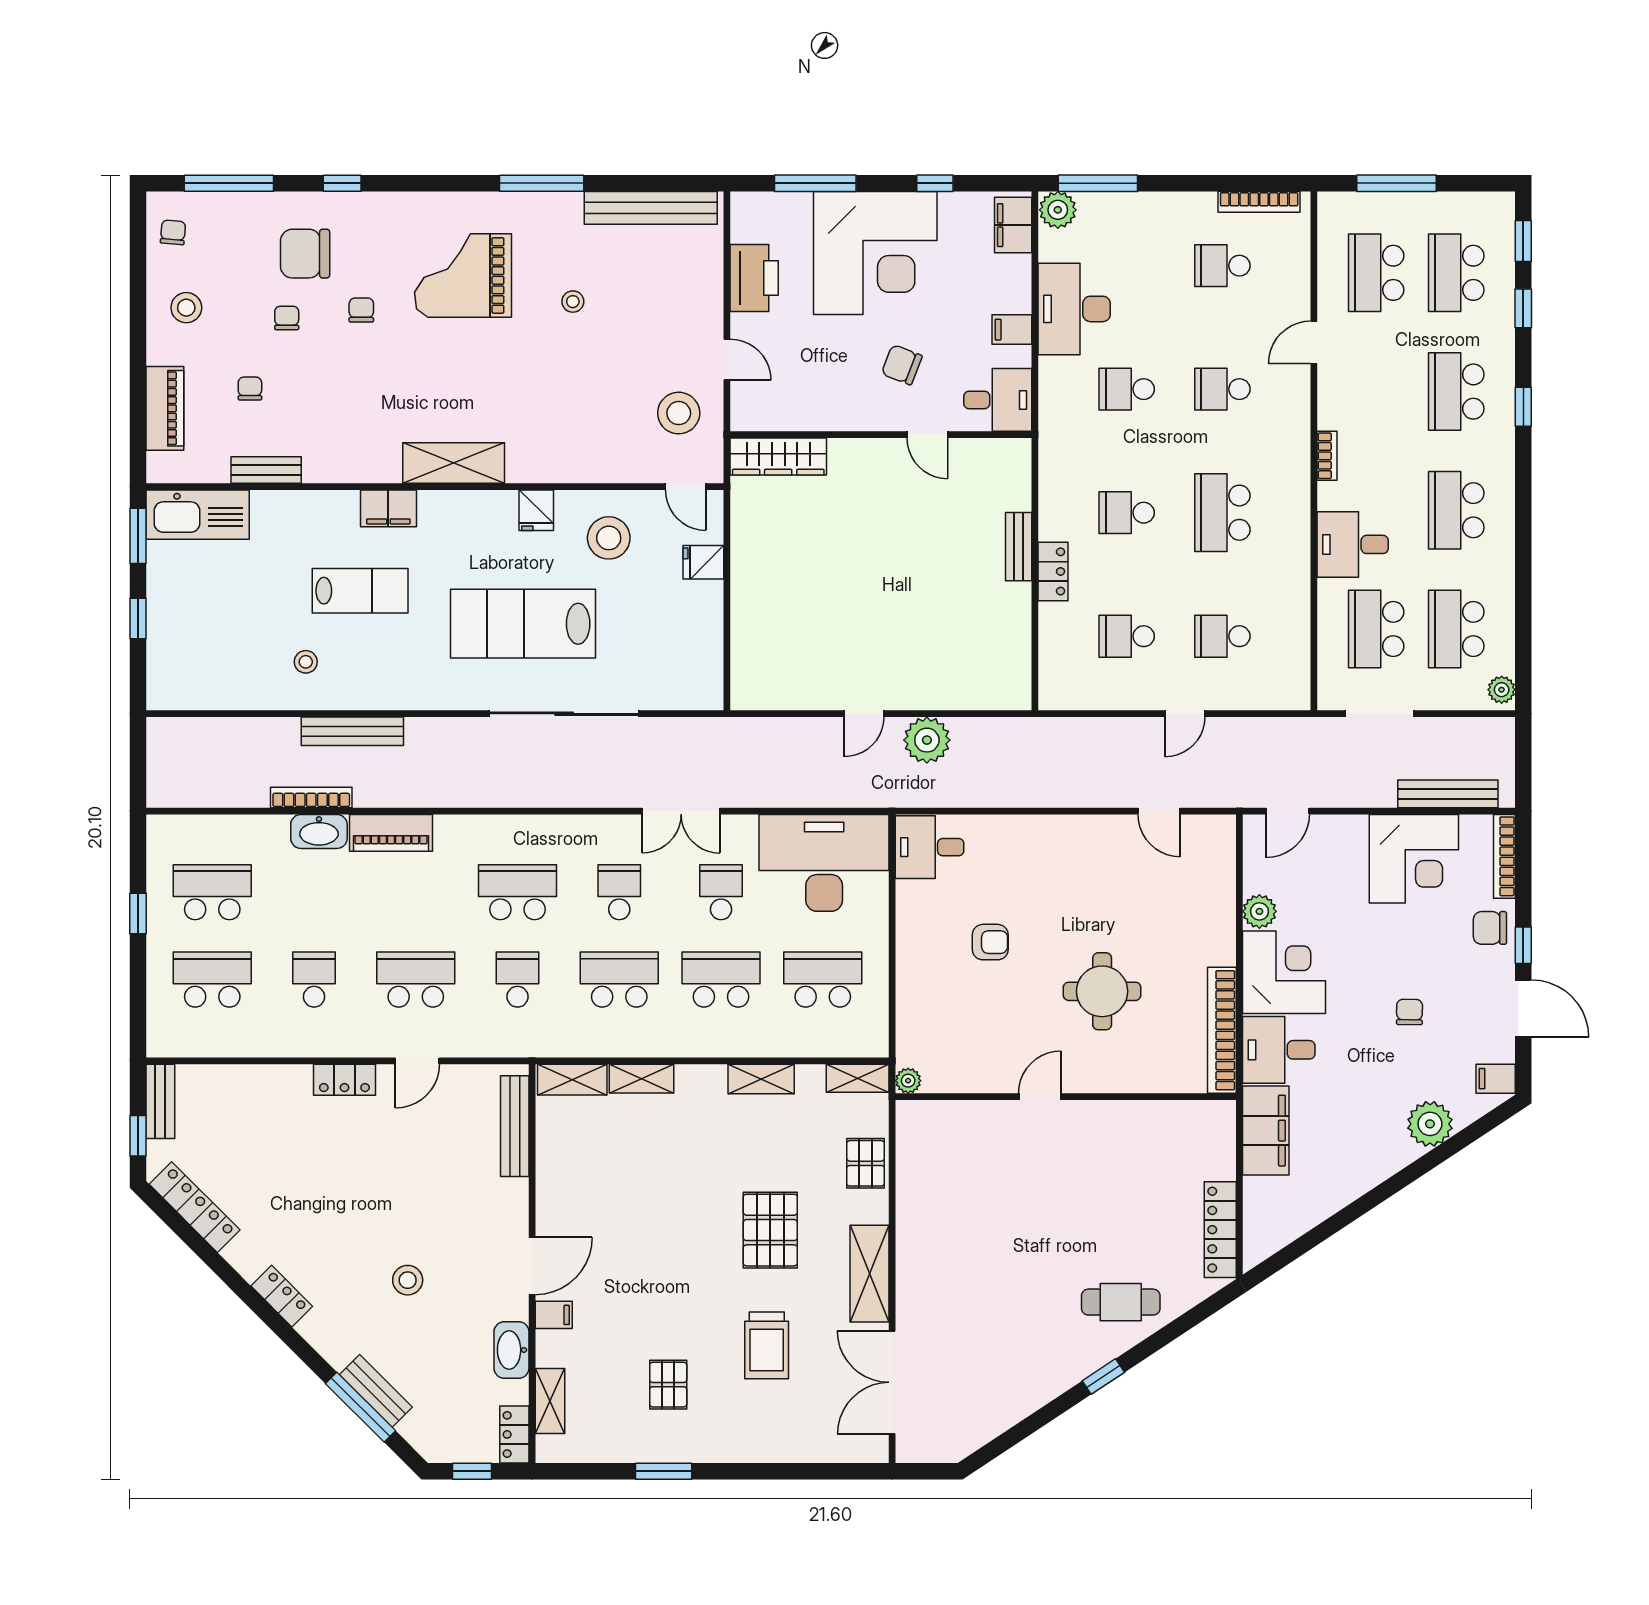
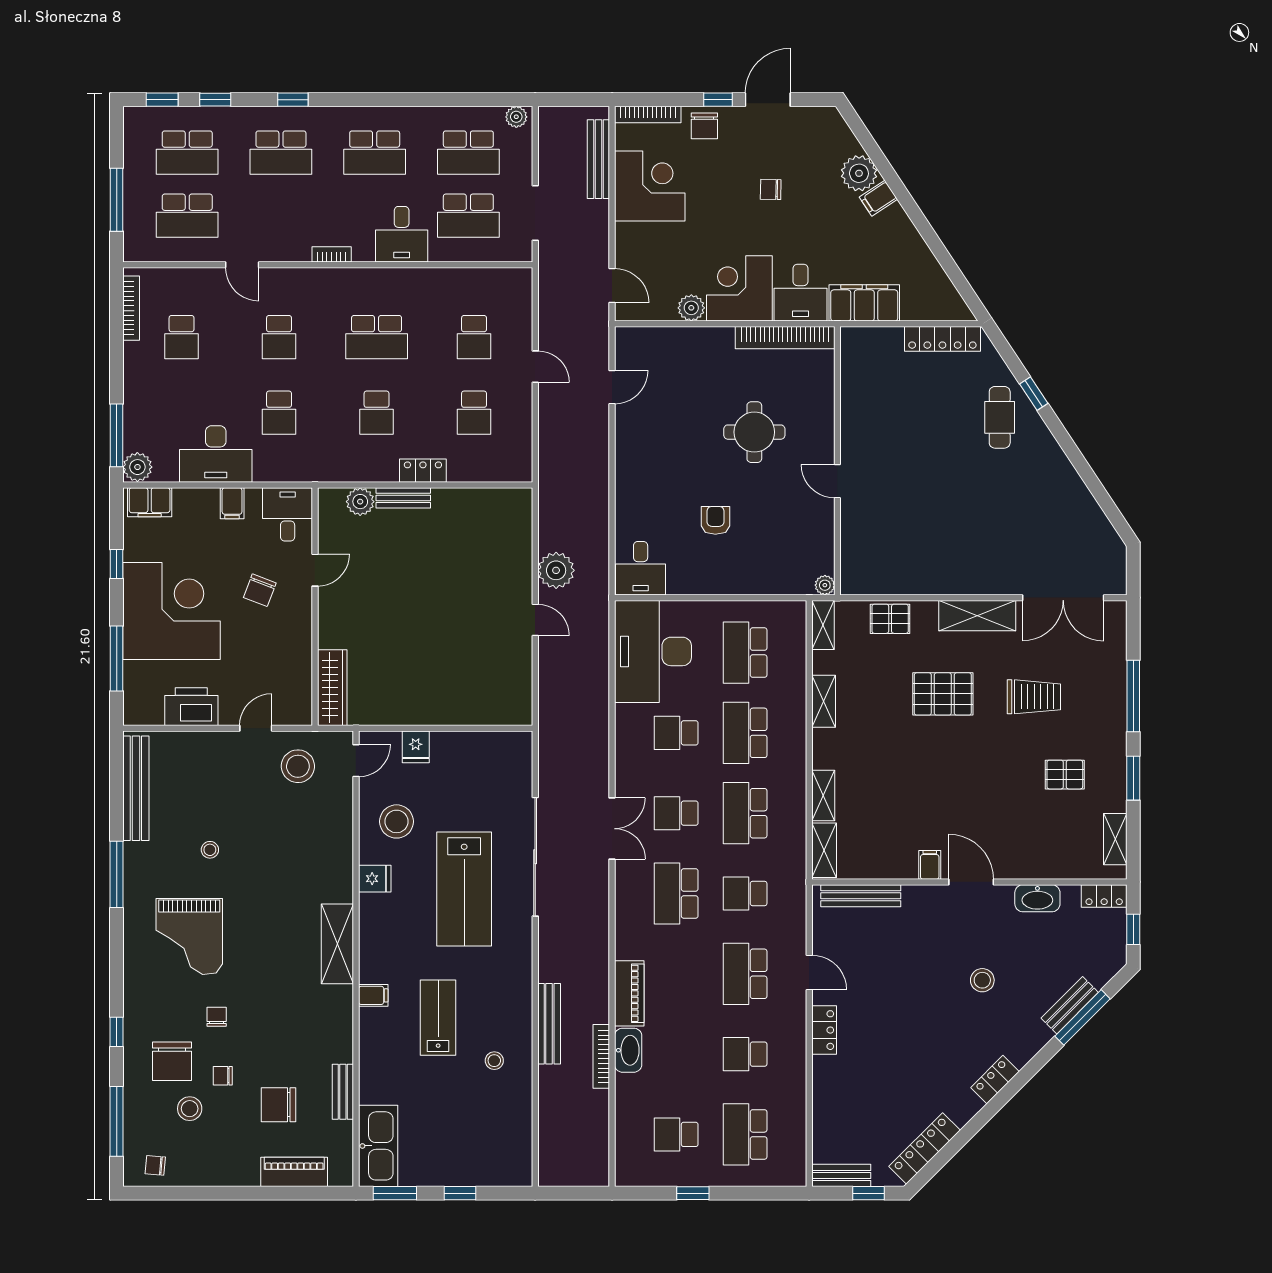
stool: (186, 308) -> (190, 1109), moved
chair: (361, 310) -> (217, 1017), turned 90
chair: (250, 389) -> (279, 1105), width x1.87, depth x1.87
plant: (1014, 492) -> (360, 502), added
filing cabinet: (388, 508) -> (373, 995), width x0.50
double door: (681, 811) -> (612, 829), moved
school desk: (212, 892) -> (676, 1134), width x0.54
filing cabinet: (1496, 1079) -> (878, 198), moved, turned 57
filing cabinet: (554, 1315) -> (930, 865), moved
window: (1103, 1377) -> (1034, 394), moved
shelving: (550, 1401) -> (1115, 839), moved, turned 90
window: (768, 1471) -> (1133, 696), added

